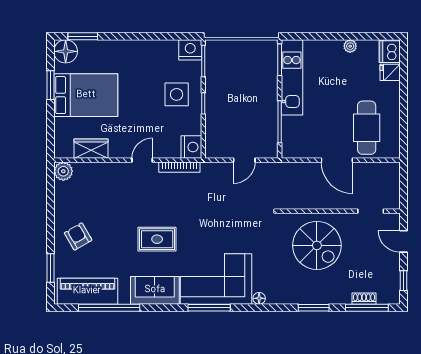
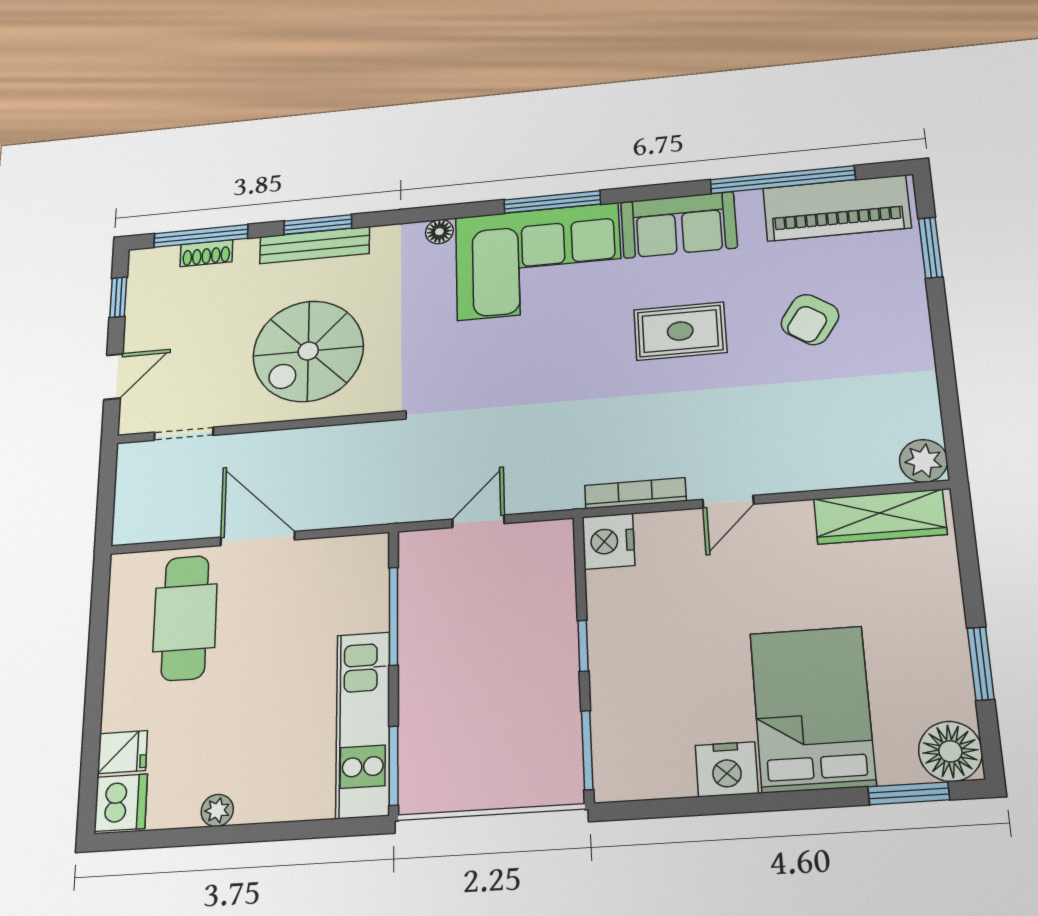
nightstand: (190, 50) -> (727, 769), moved
side table: (177, 94) -> (651, 663), removed
bed: (86, 95) -> (812, 709), moved, turned 90
wardrobe: (91, 149) -> (880, 517), width x1.50
armchair: (78, 236) -> (810, 320), moved, turned 64
door: (403, 241) -> (113, 377), hinge flipped
spiral stairs: (317, 245) -> (308, 351), turned -90
bench: (315, 298) -> (315, 245), added

